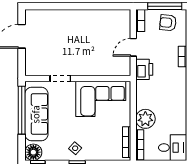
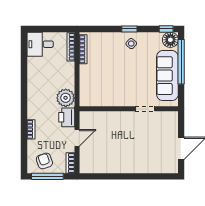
armchair: (168, 23) -> (44, 161), turned -114
corner sofa: (101, 99) -> (107, 90), removed
window: (22, 110) -> (181, 62), moved
plant: (145, 119) -> (66, 98), moved

